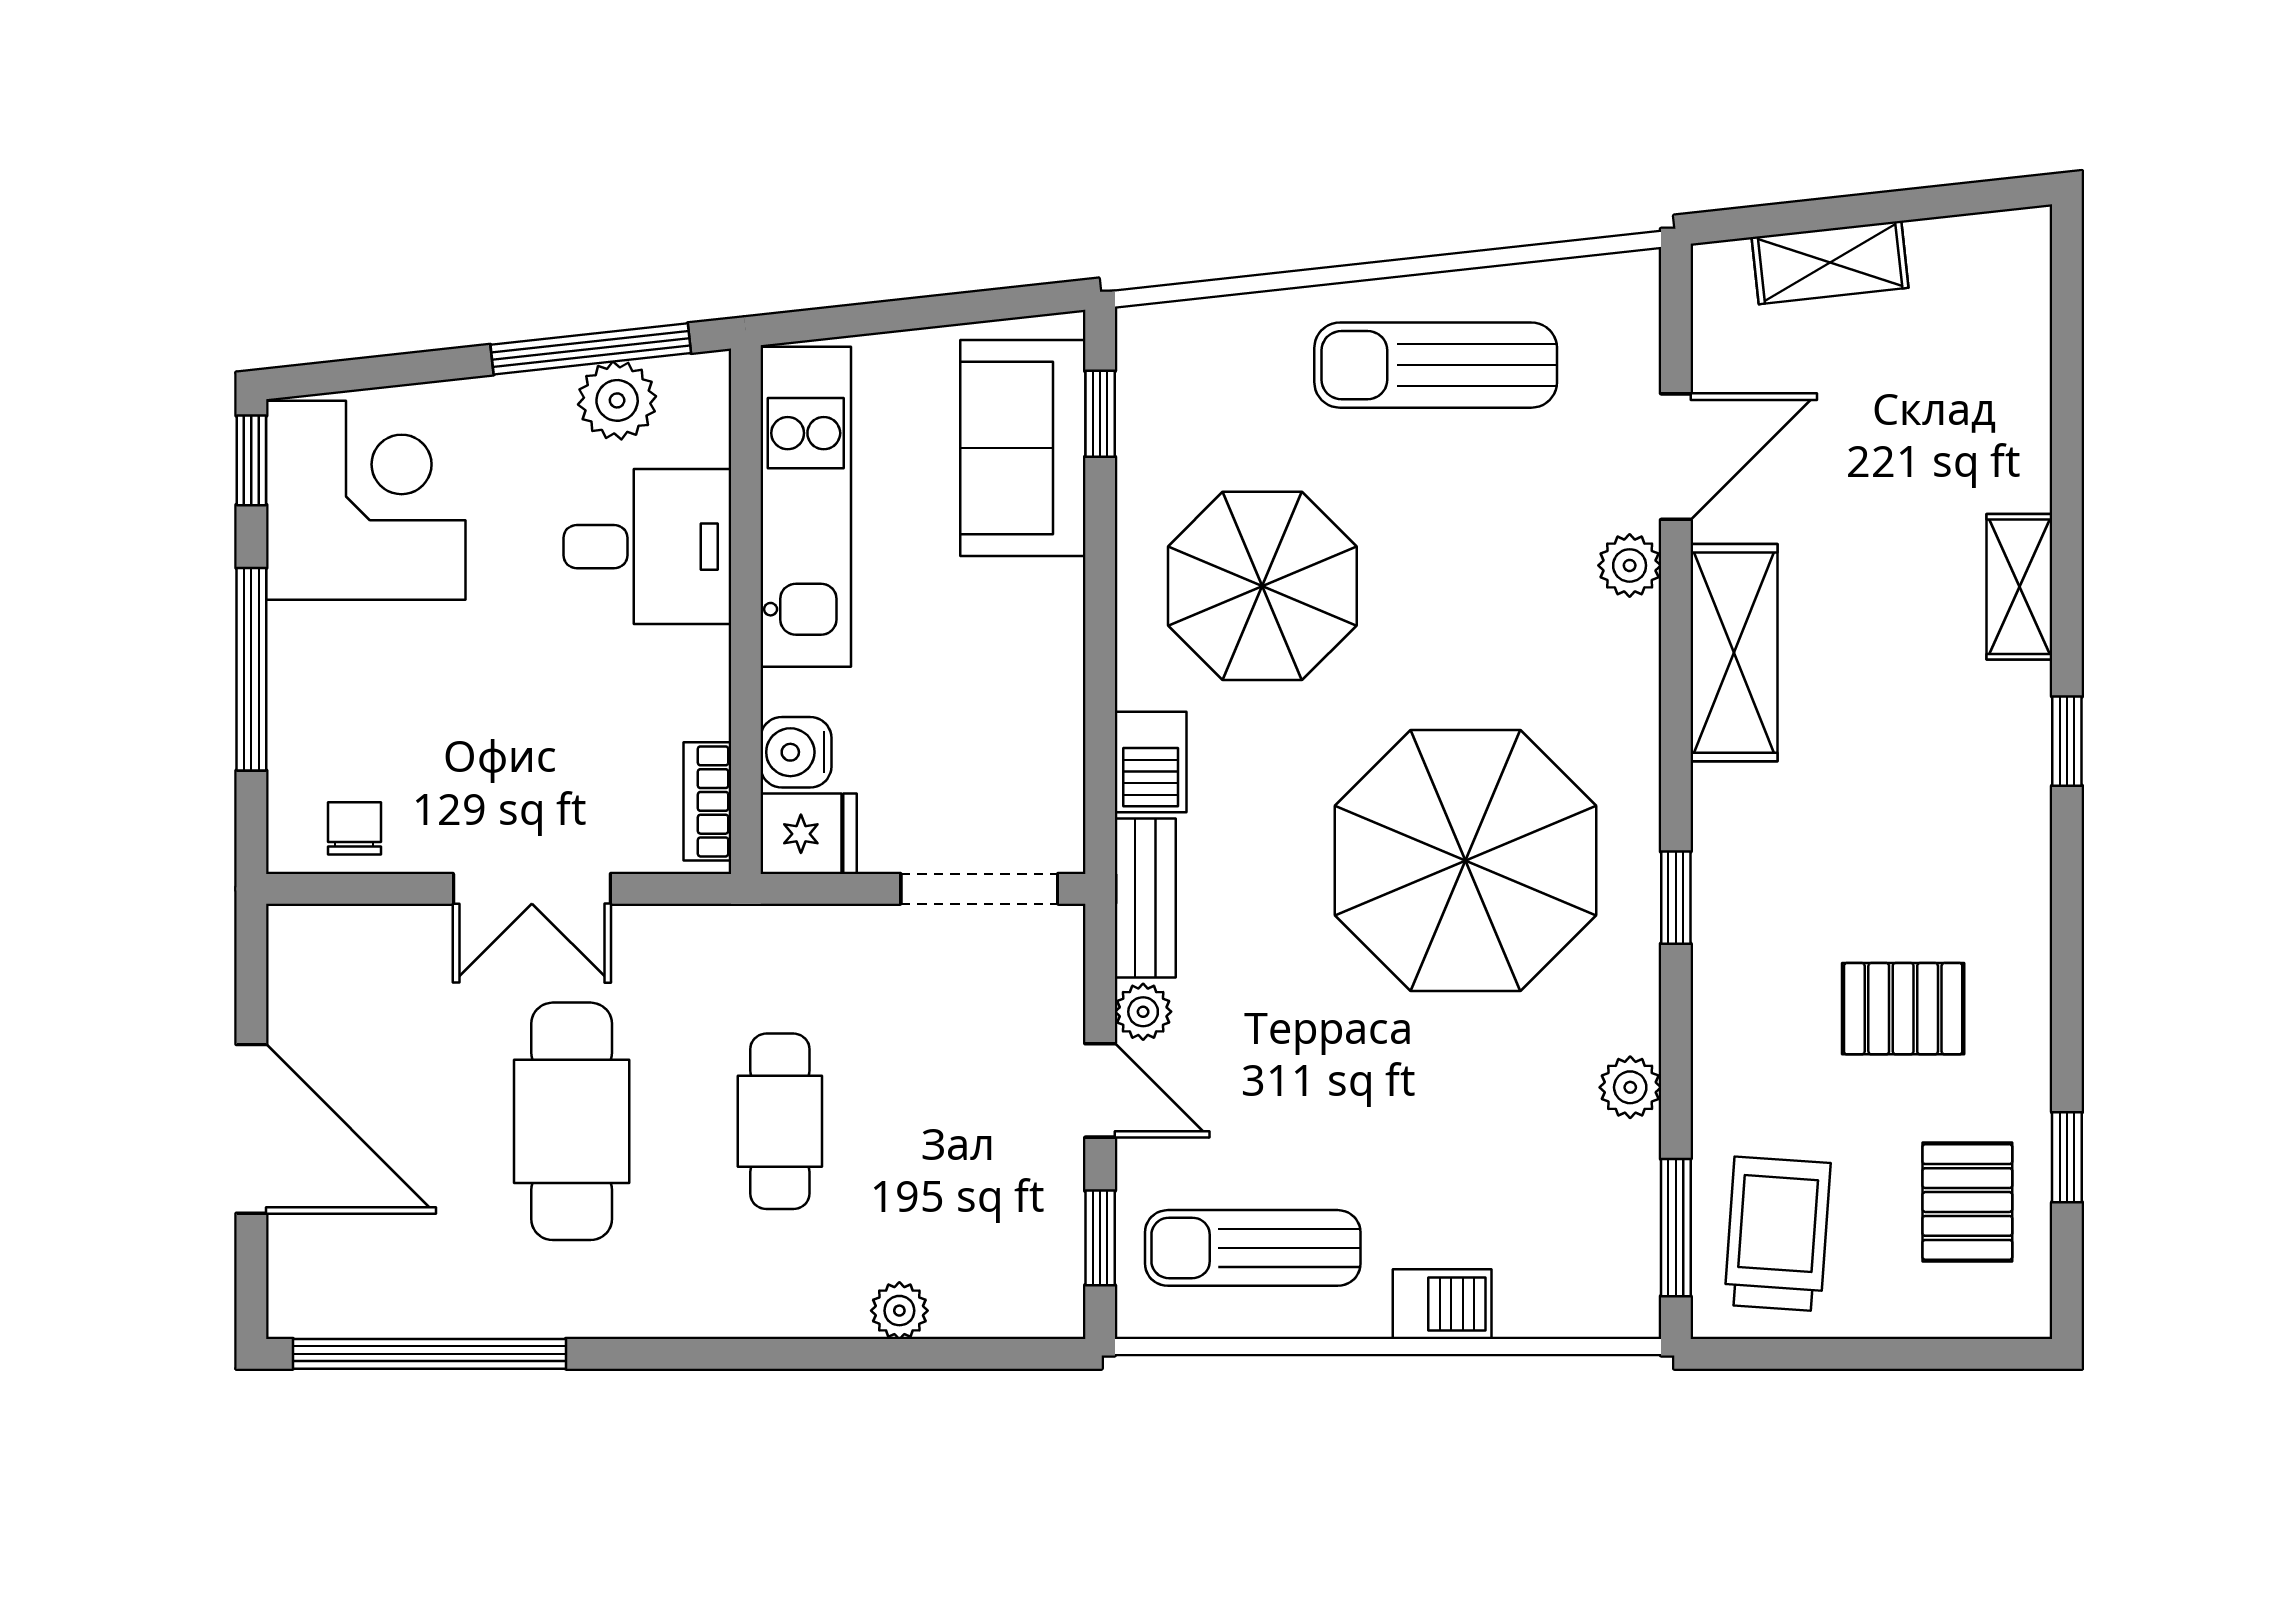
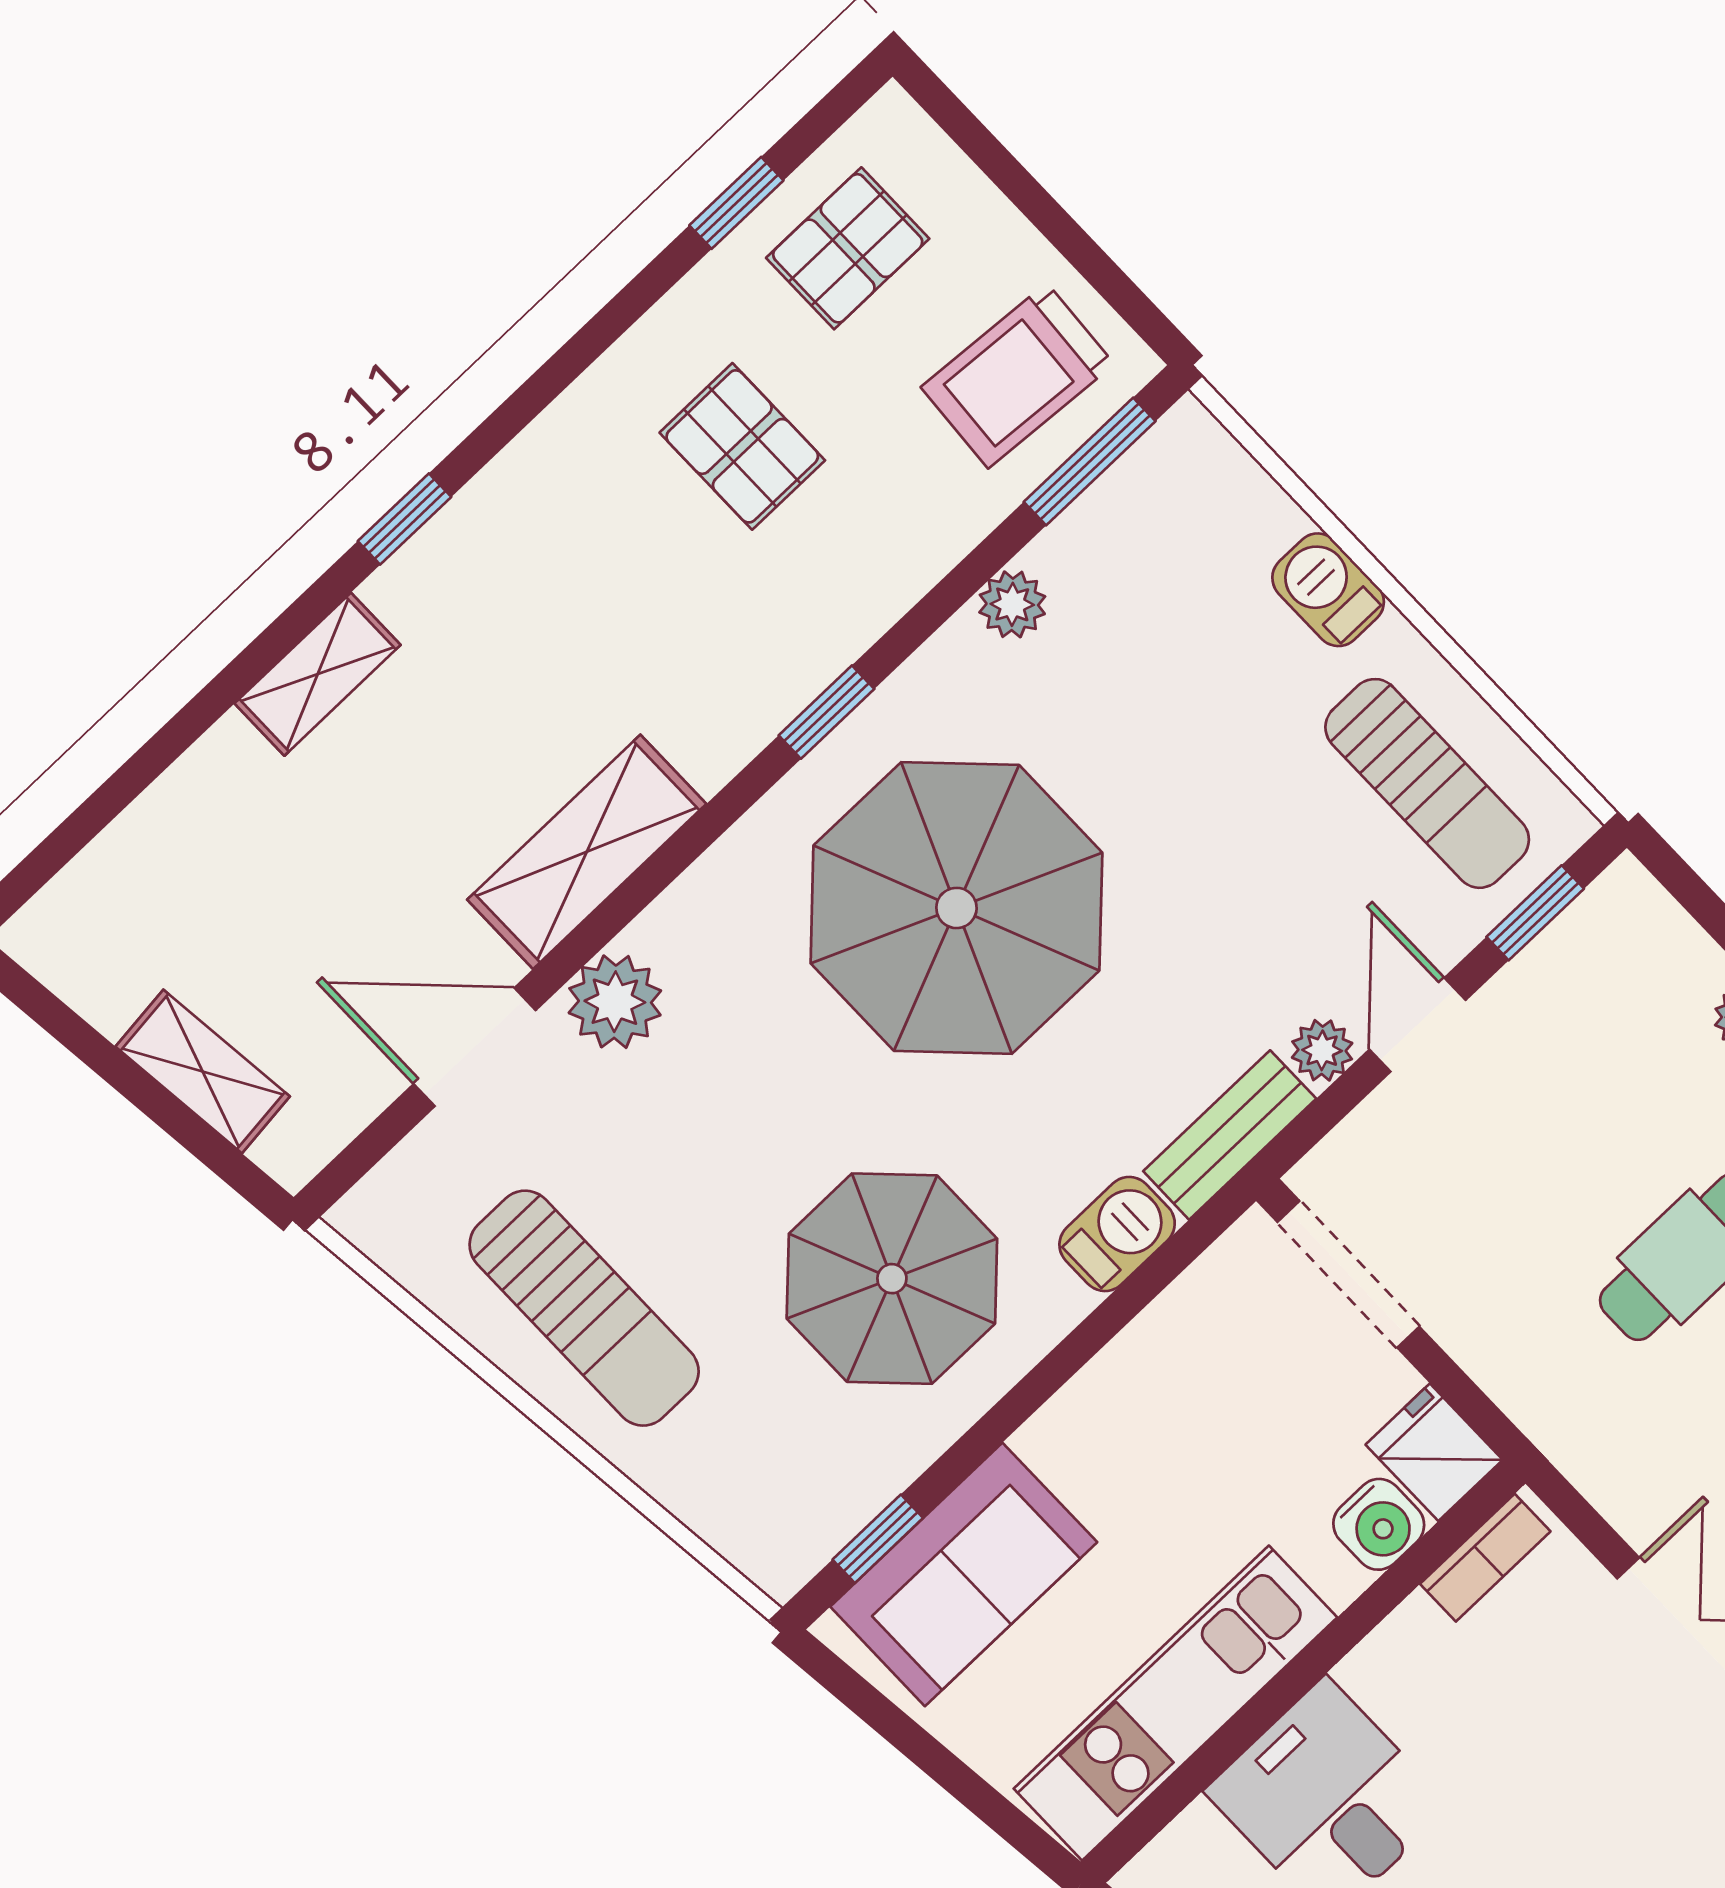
plant: (1630, 565) -> (615, 1002), width x1.38, depth x1.38

